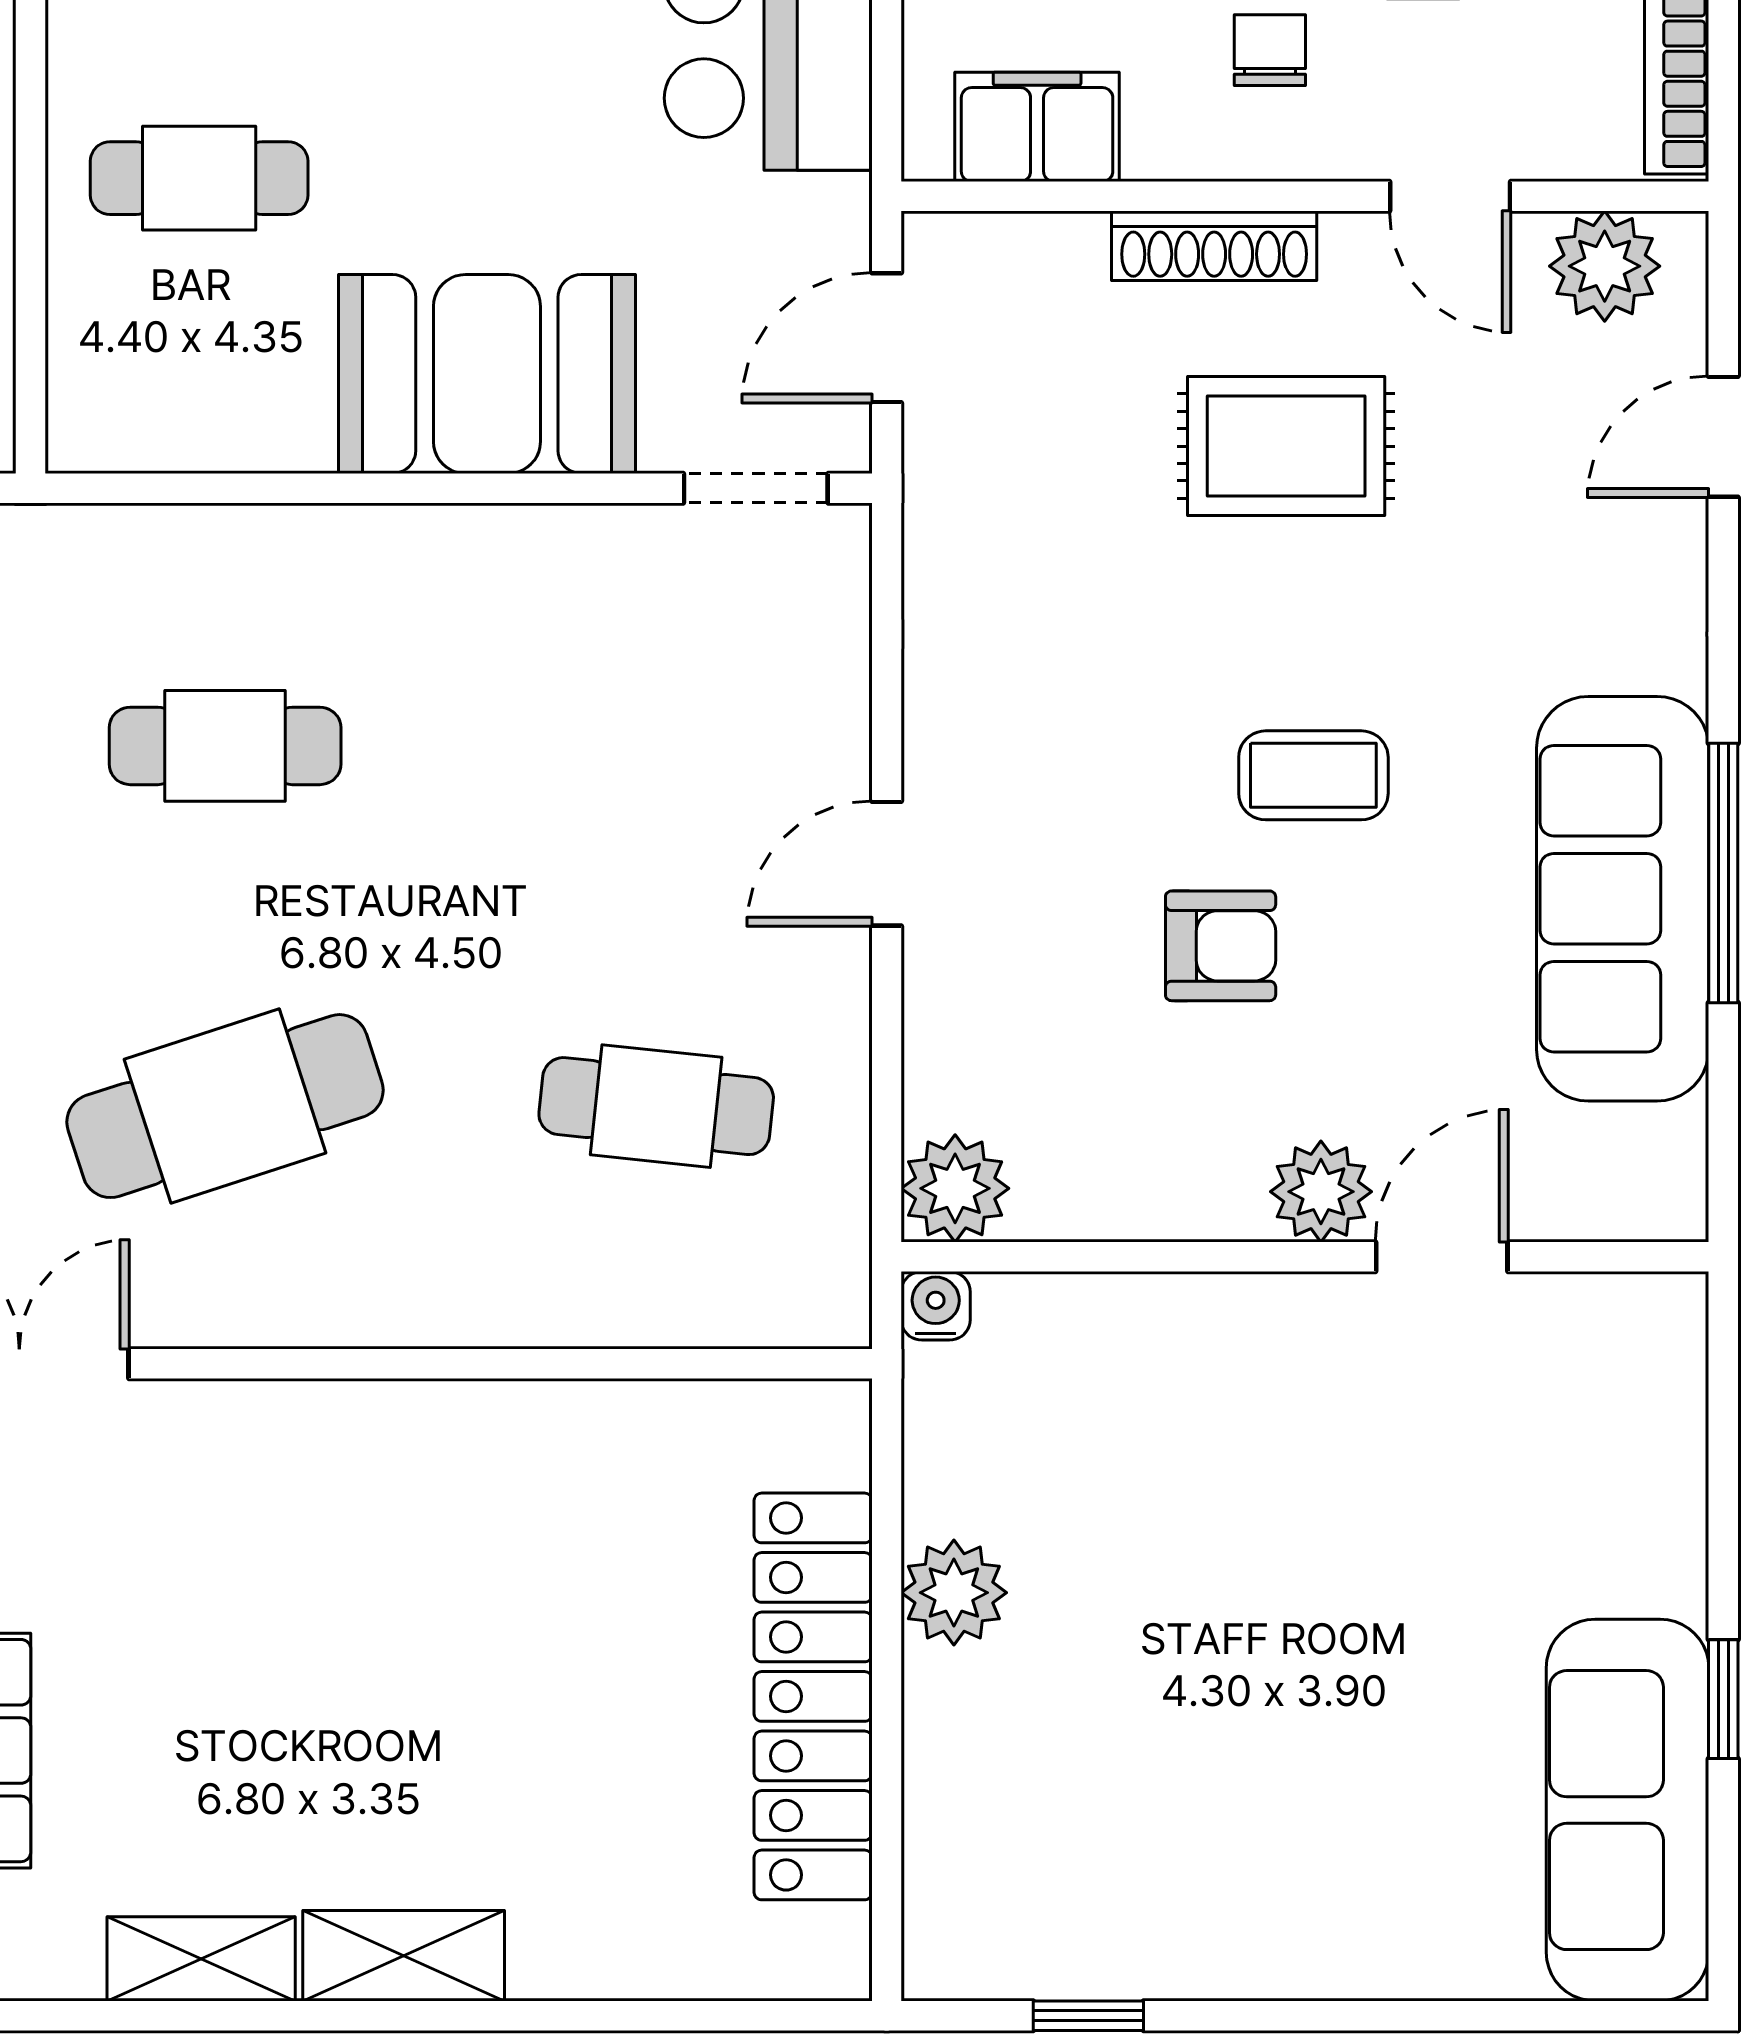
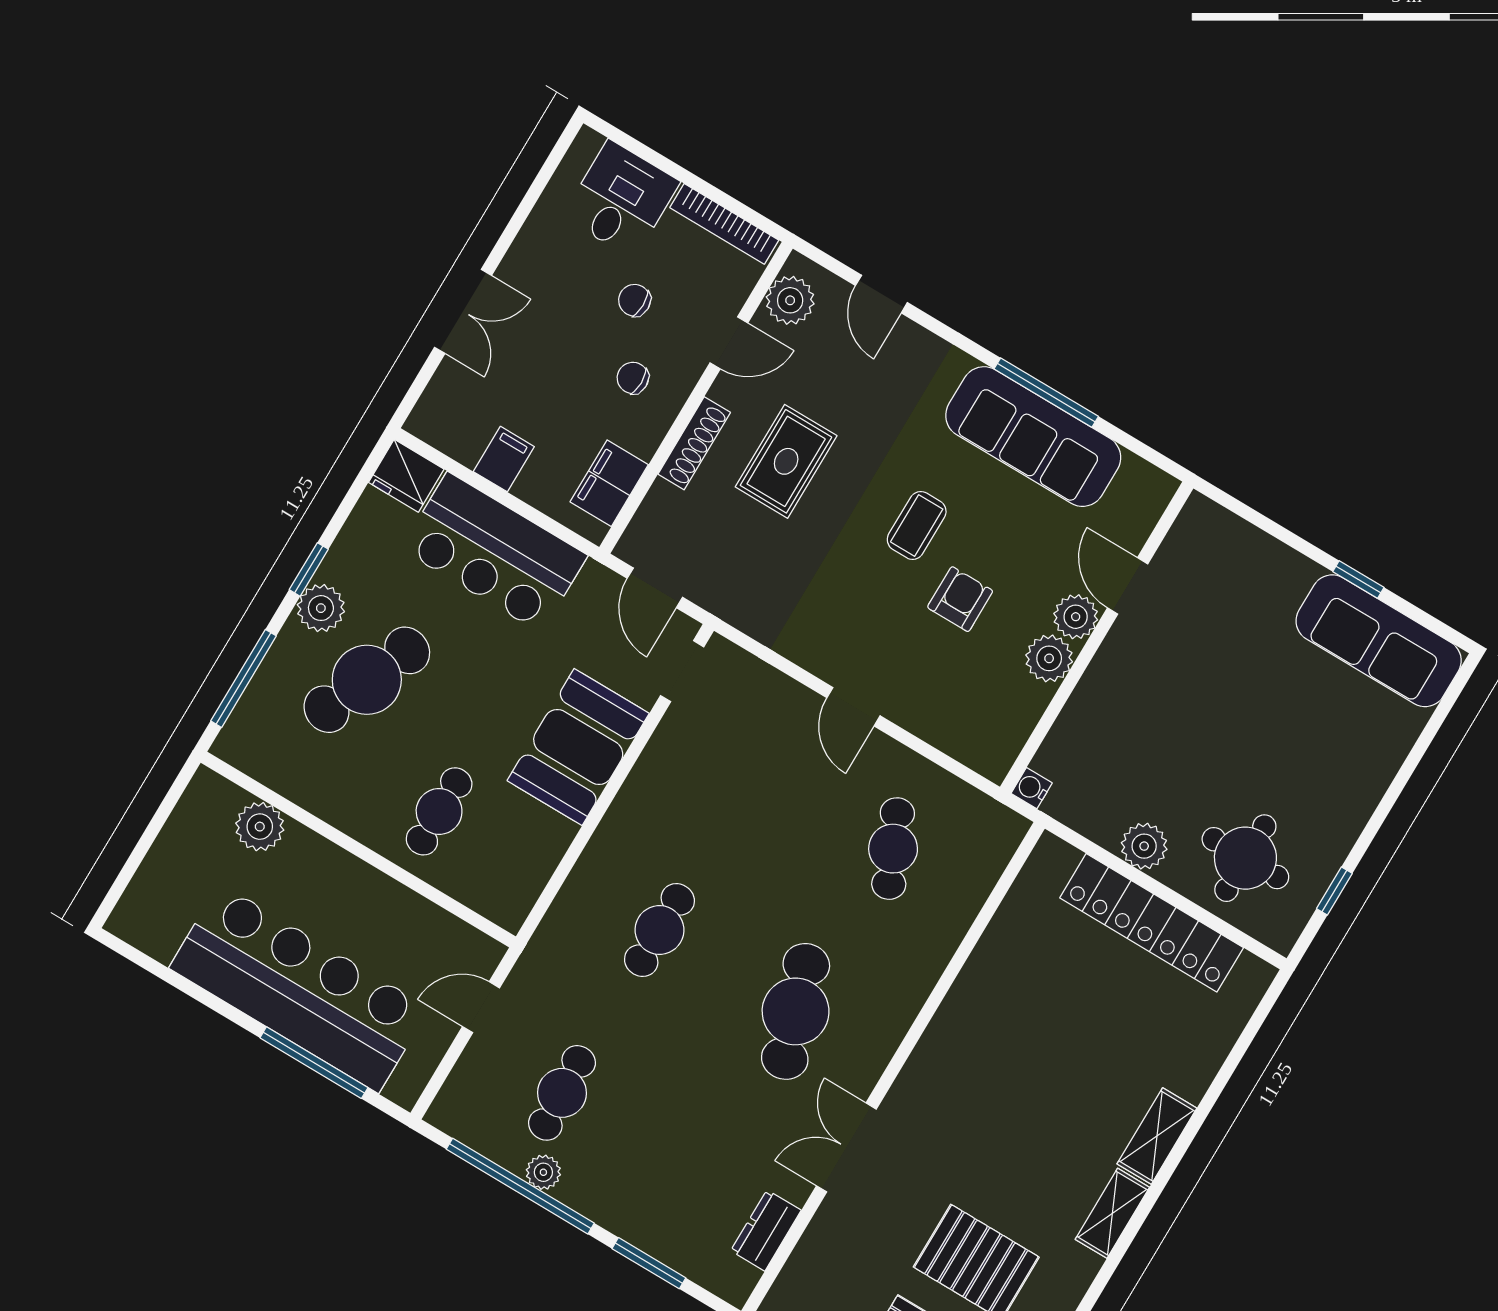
cafe table: (656, 1106) -> (893, 849), turned -30
plant: (955, 1188) -> (1049, 658), moved
round table: (1049, 1804) -> (1245, 858), added

